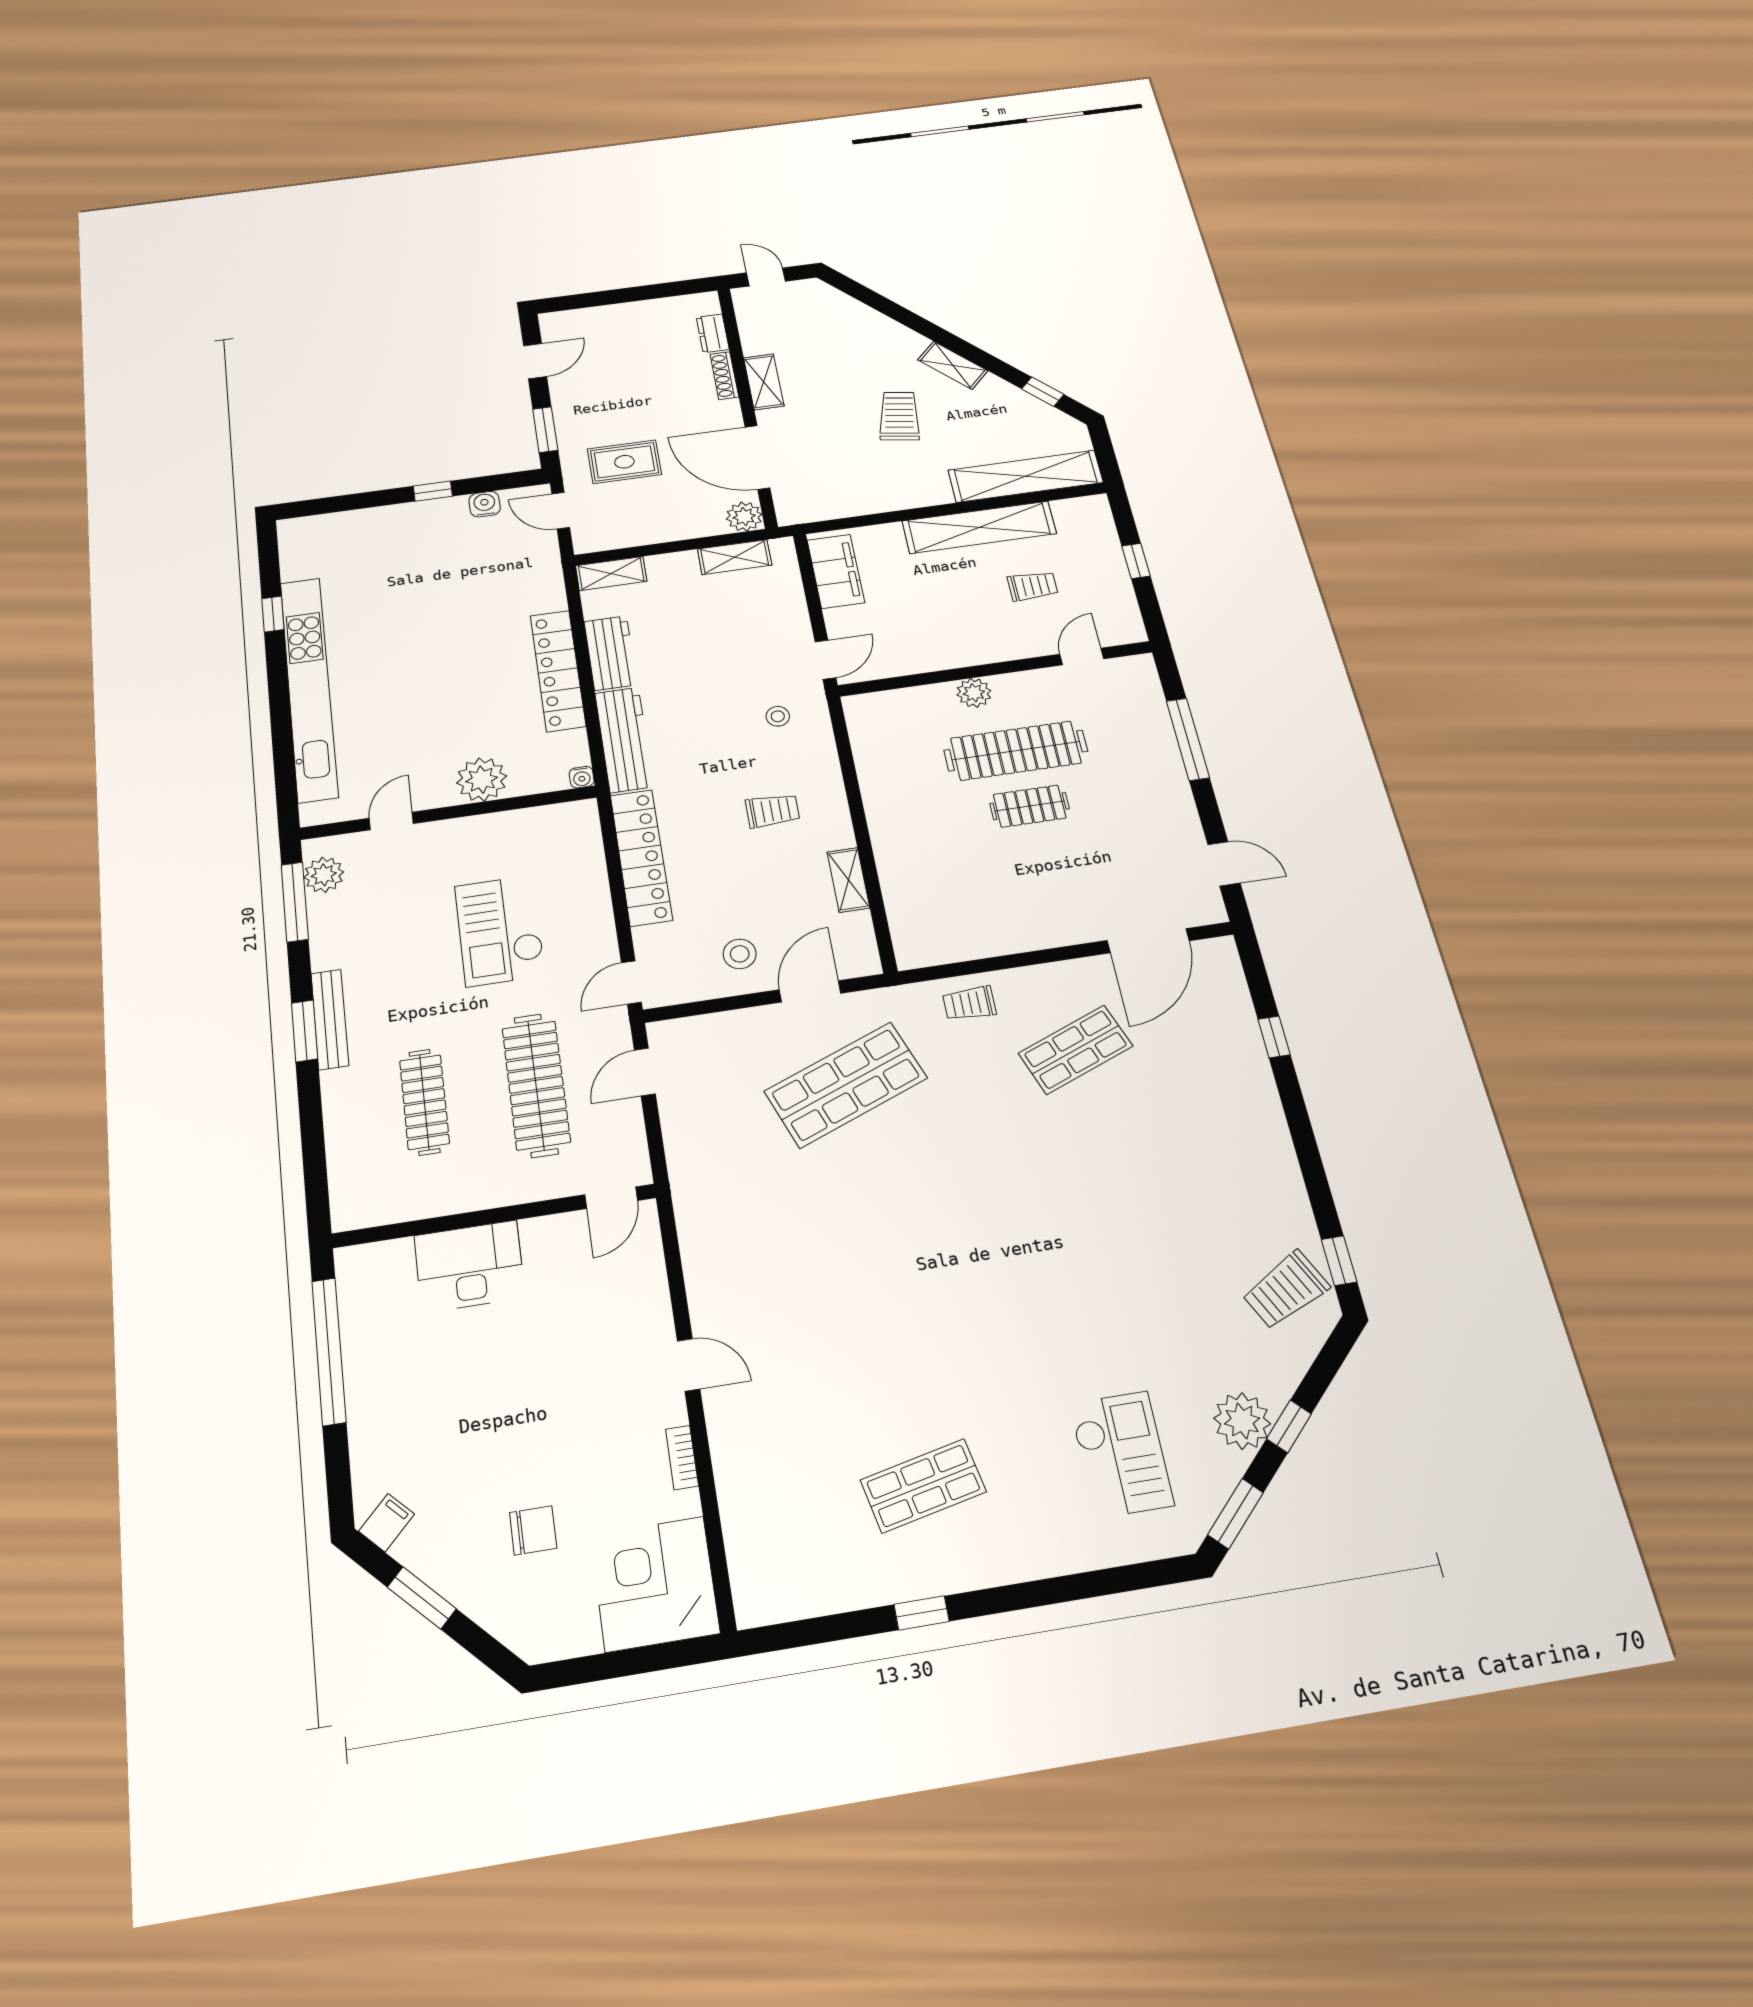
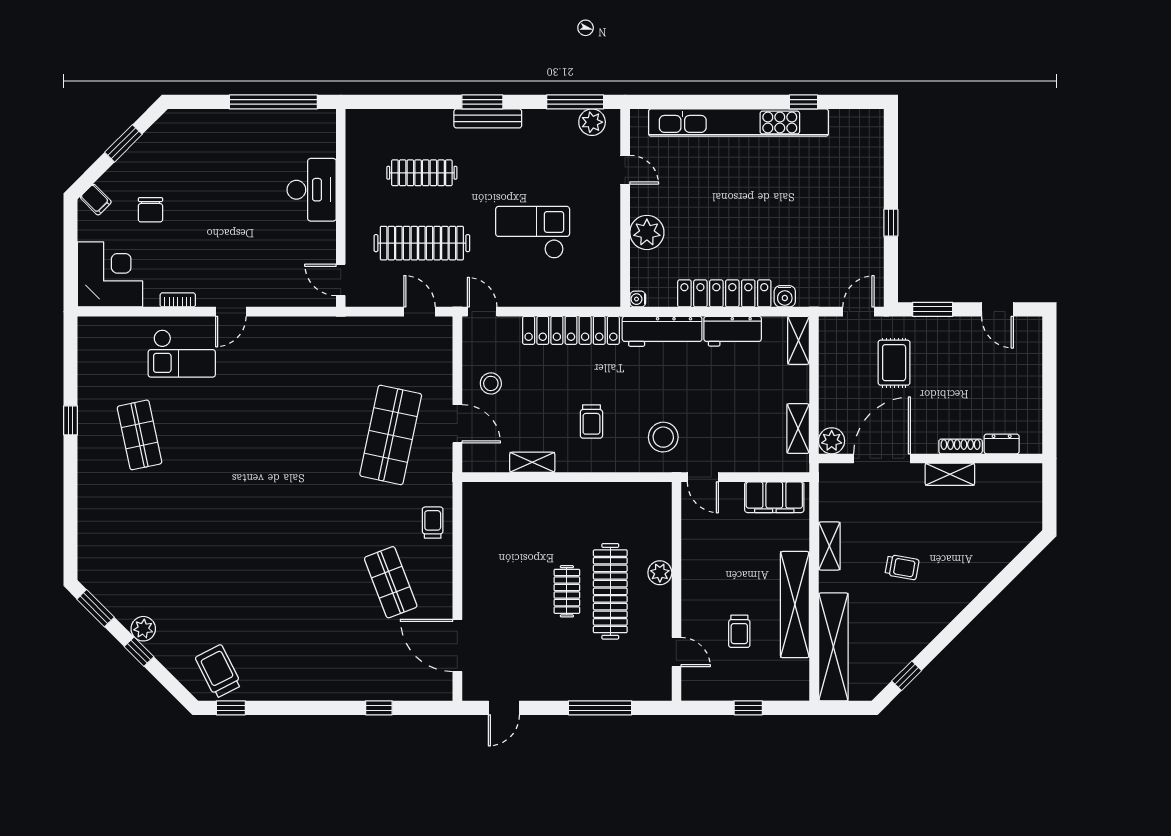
door: (766, 277) -> (1049, 492), removed
shelving: (953, 365) -> (829, 546), moved, turned -45
trolley: (899, 416) -> (902, 567), width x0.73, depth x0.72
water cooler: (485, 504) -> (785, 296), moved, turned 90
stool: (778, 716) -> (663, 437), width x1.89, depth x1.89
shop shelf: (846, 1085) -> (391, 435), turned 33
plant: (1242, 1421) -> (143, 629), width x0.73, depth x0.73
checkout: (1121, 1454) -> (182, 353), moved
filing cabinet: (386, 1523) -> (96, 200), moved

